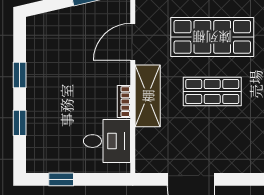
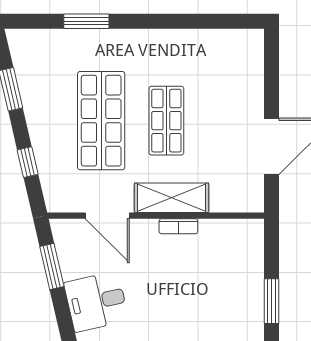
desk: (107, 141) -> (96, 302), moved, turned -103
window: (61, 179) -> (271, 301), width x1.50

